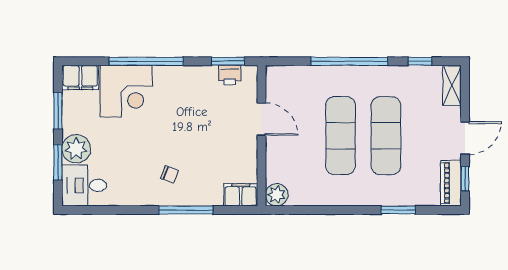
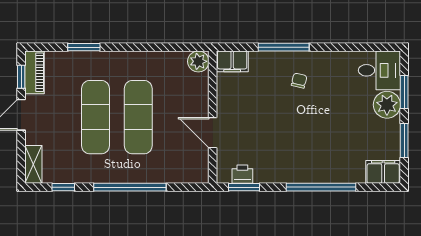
corner desk: (126, 91) -> (340, 159), removed
chair: (170, 174) -> (299, 81), turned 81

